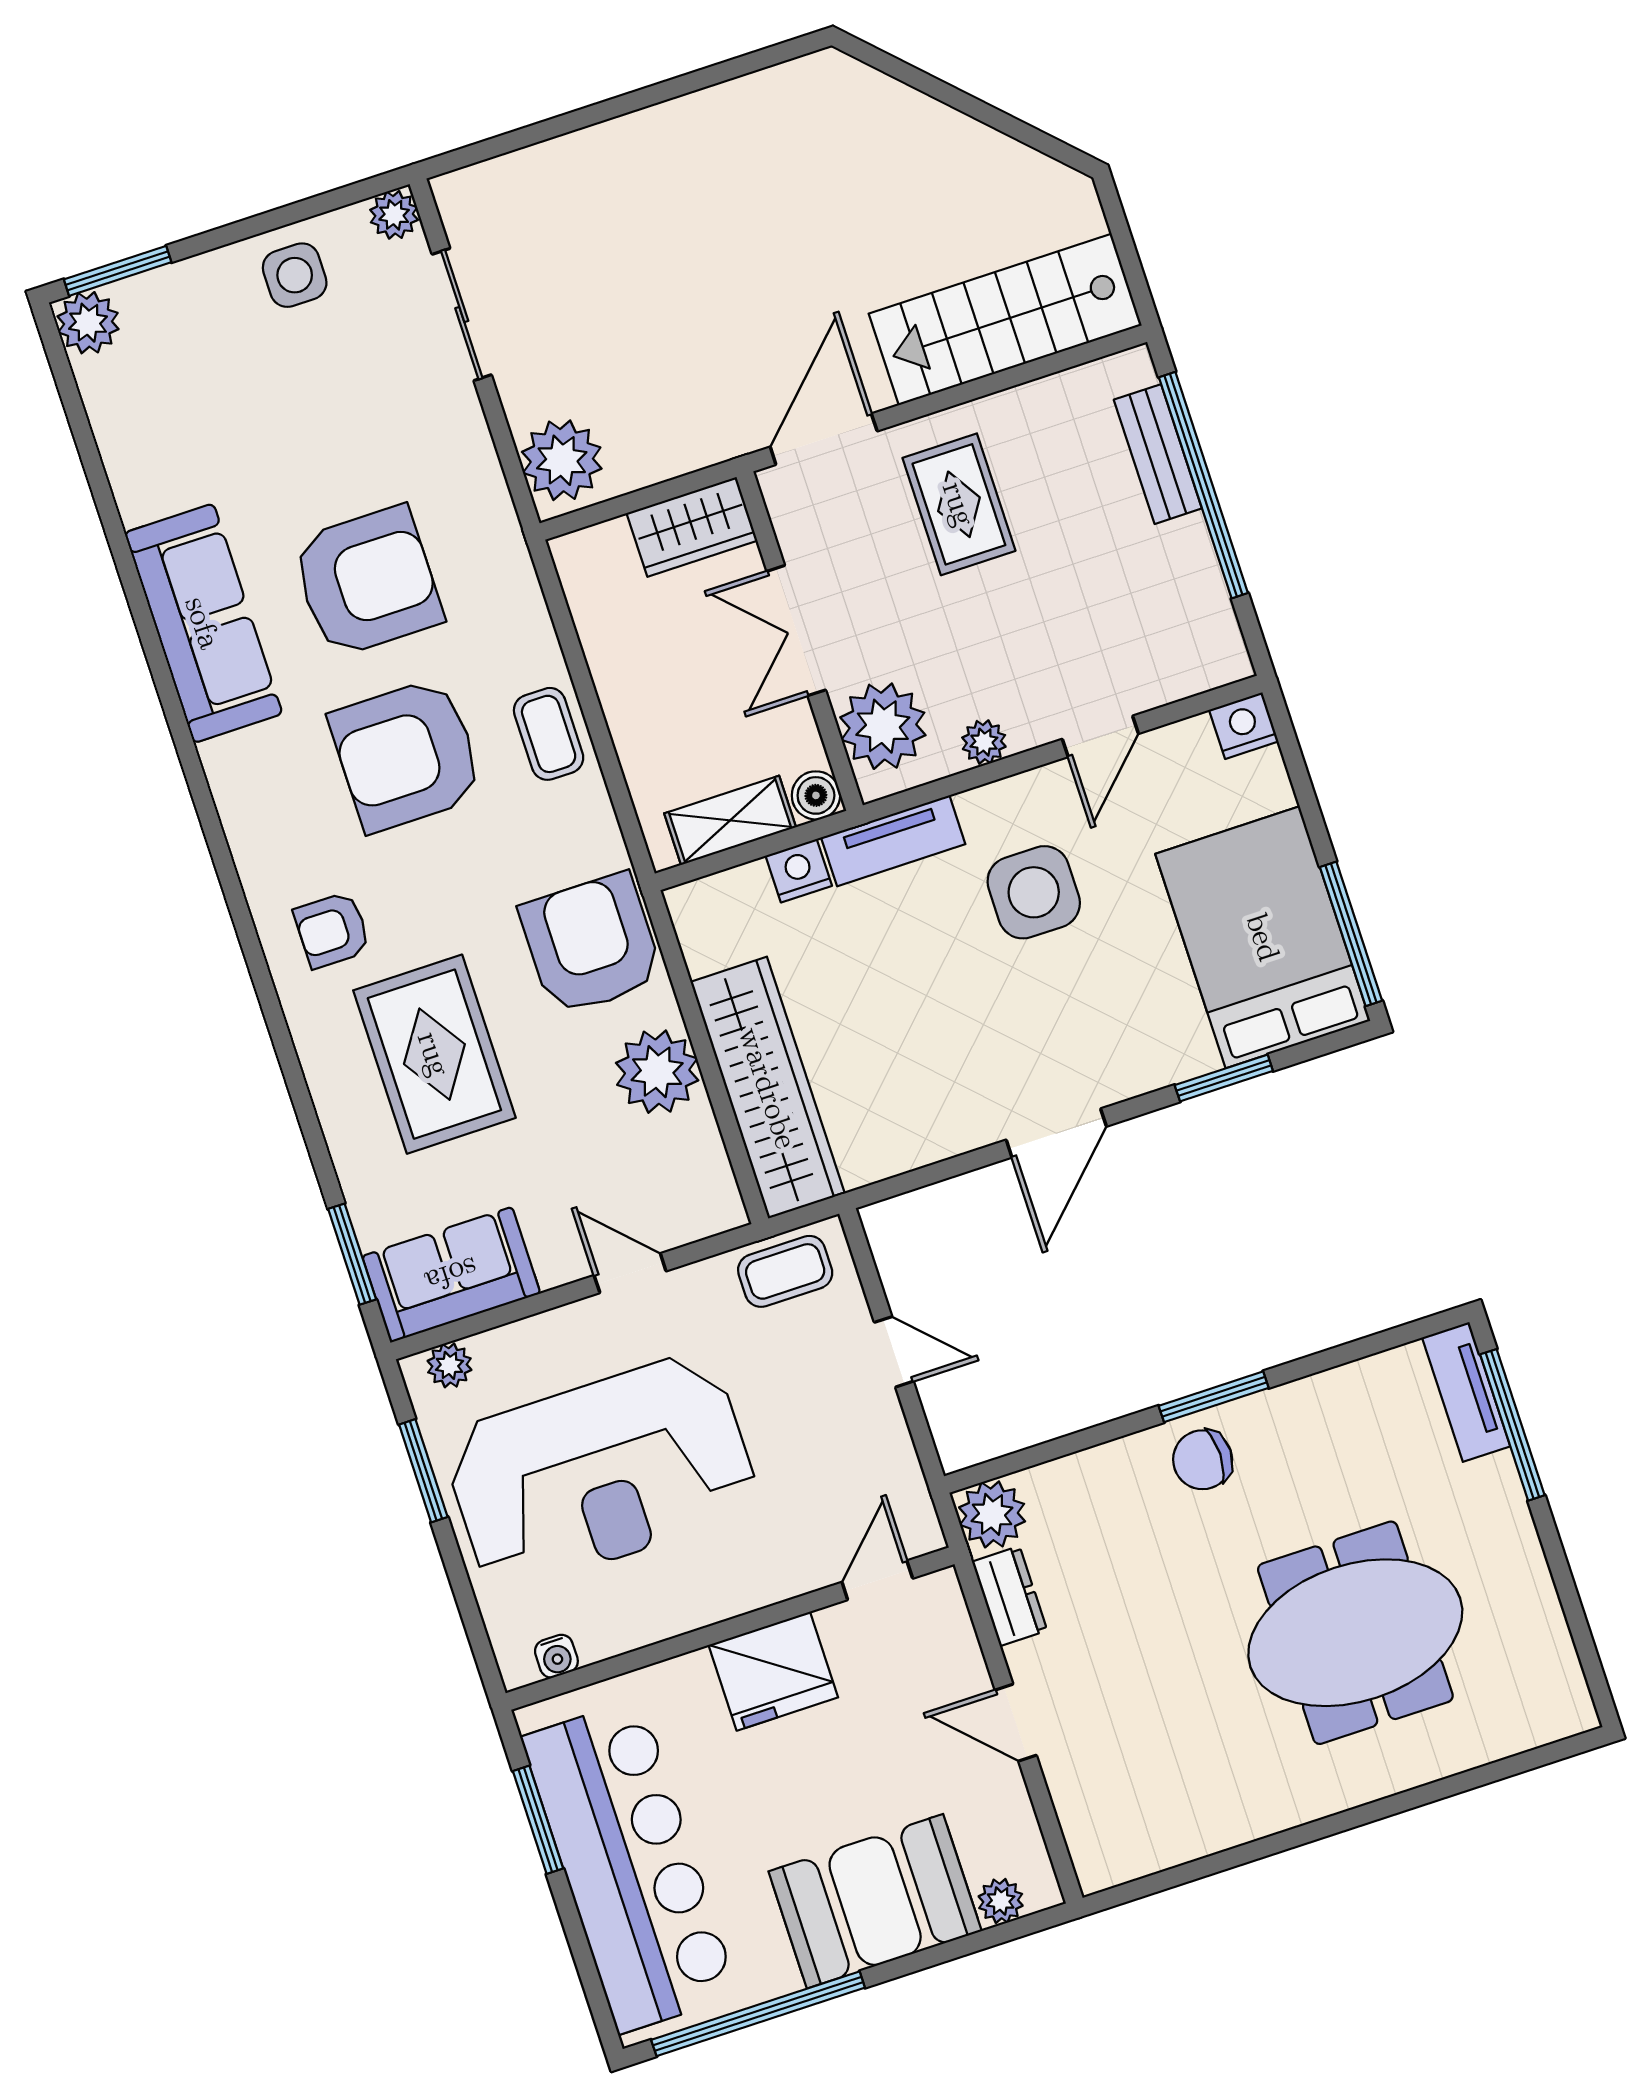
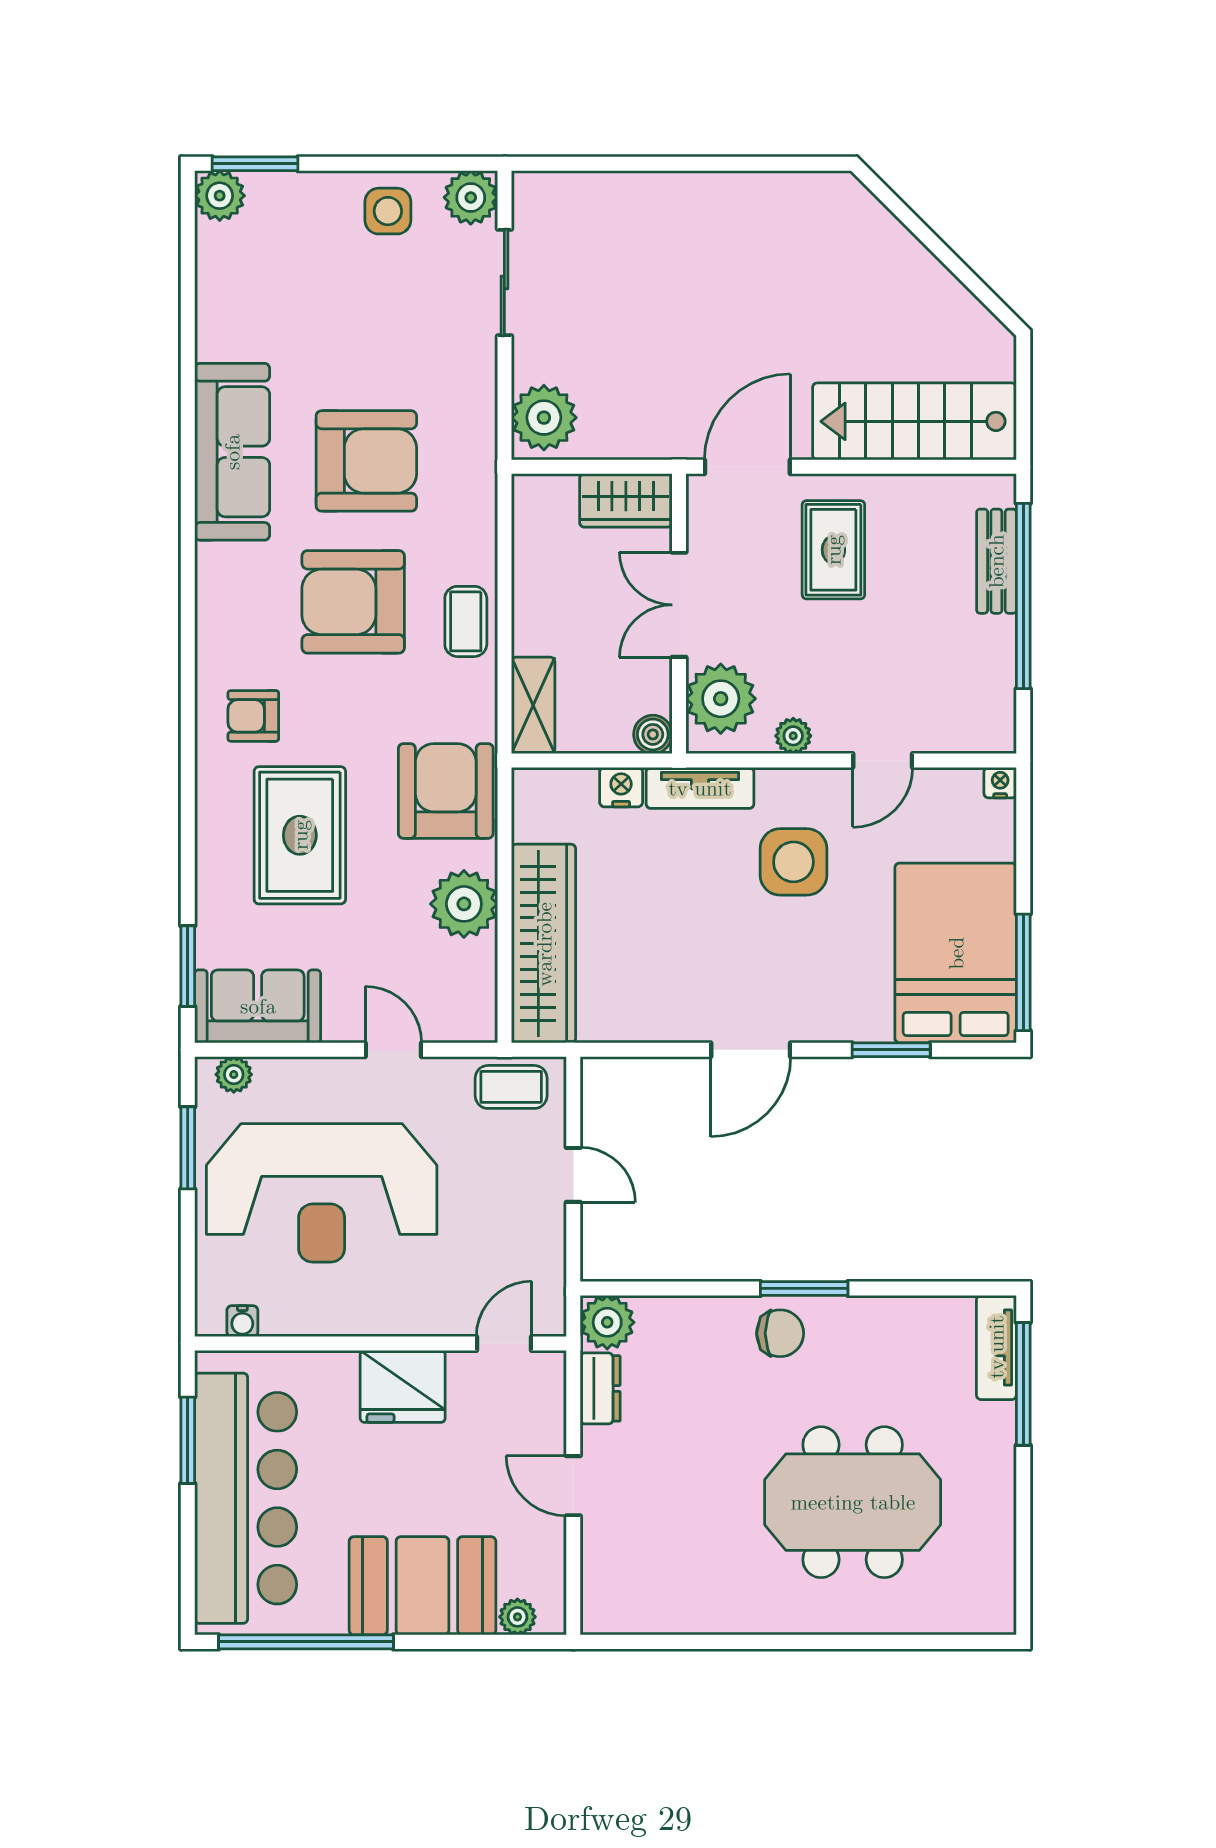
plant: (394, 215) -> (471, 197), width x1.38, depth x1.38
nightstand: (1244, 726) -> (1000, 783), width x0.72, depth x0.74
shelving: (730, 820) -> (533, 705), moved, turned 90
chair: (1203, 1460) -> (780, 1333), turned 180

